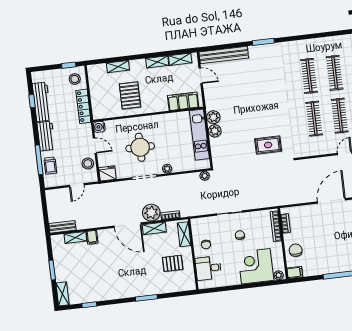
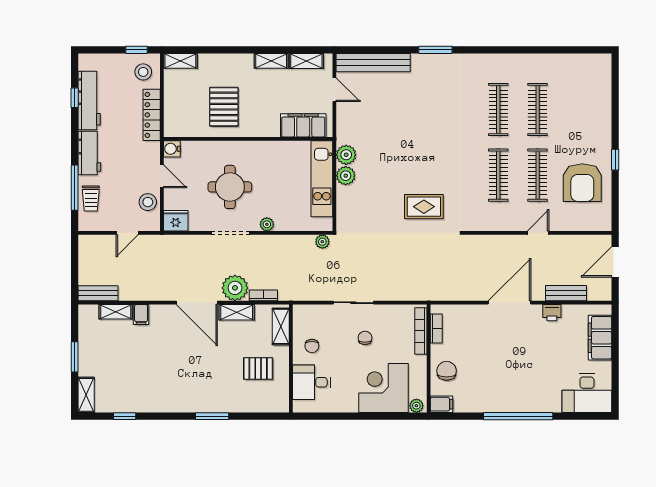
shelving: (118, 67) -> (180, 61), moved

